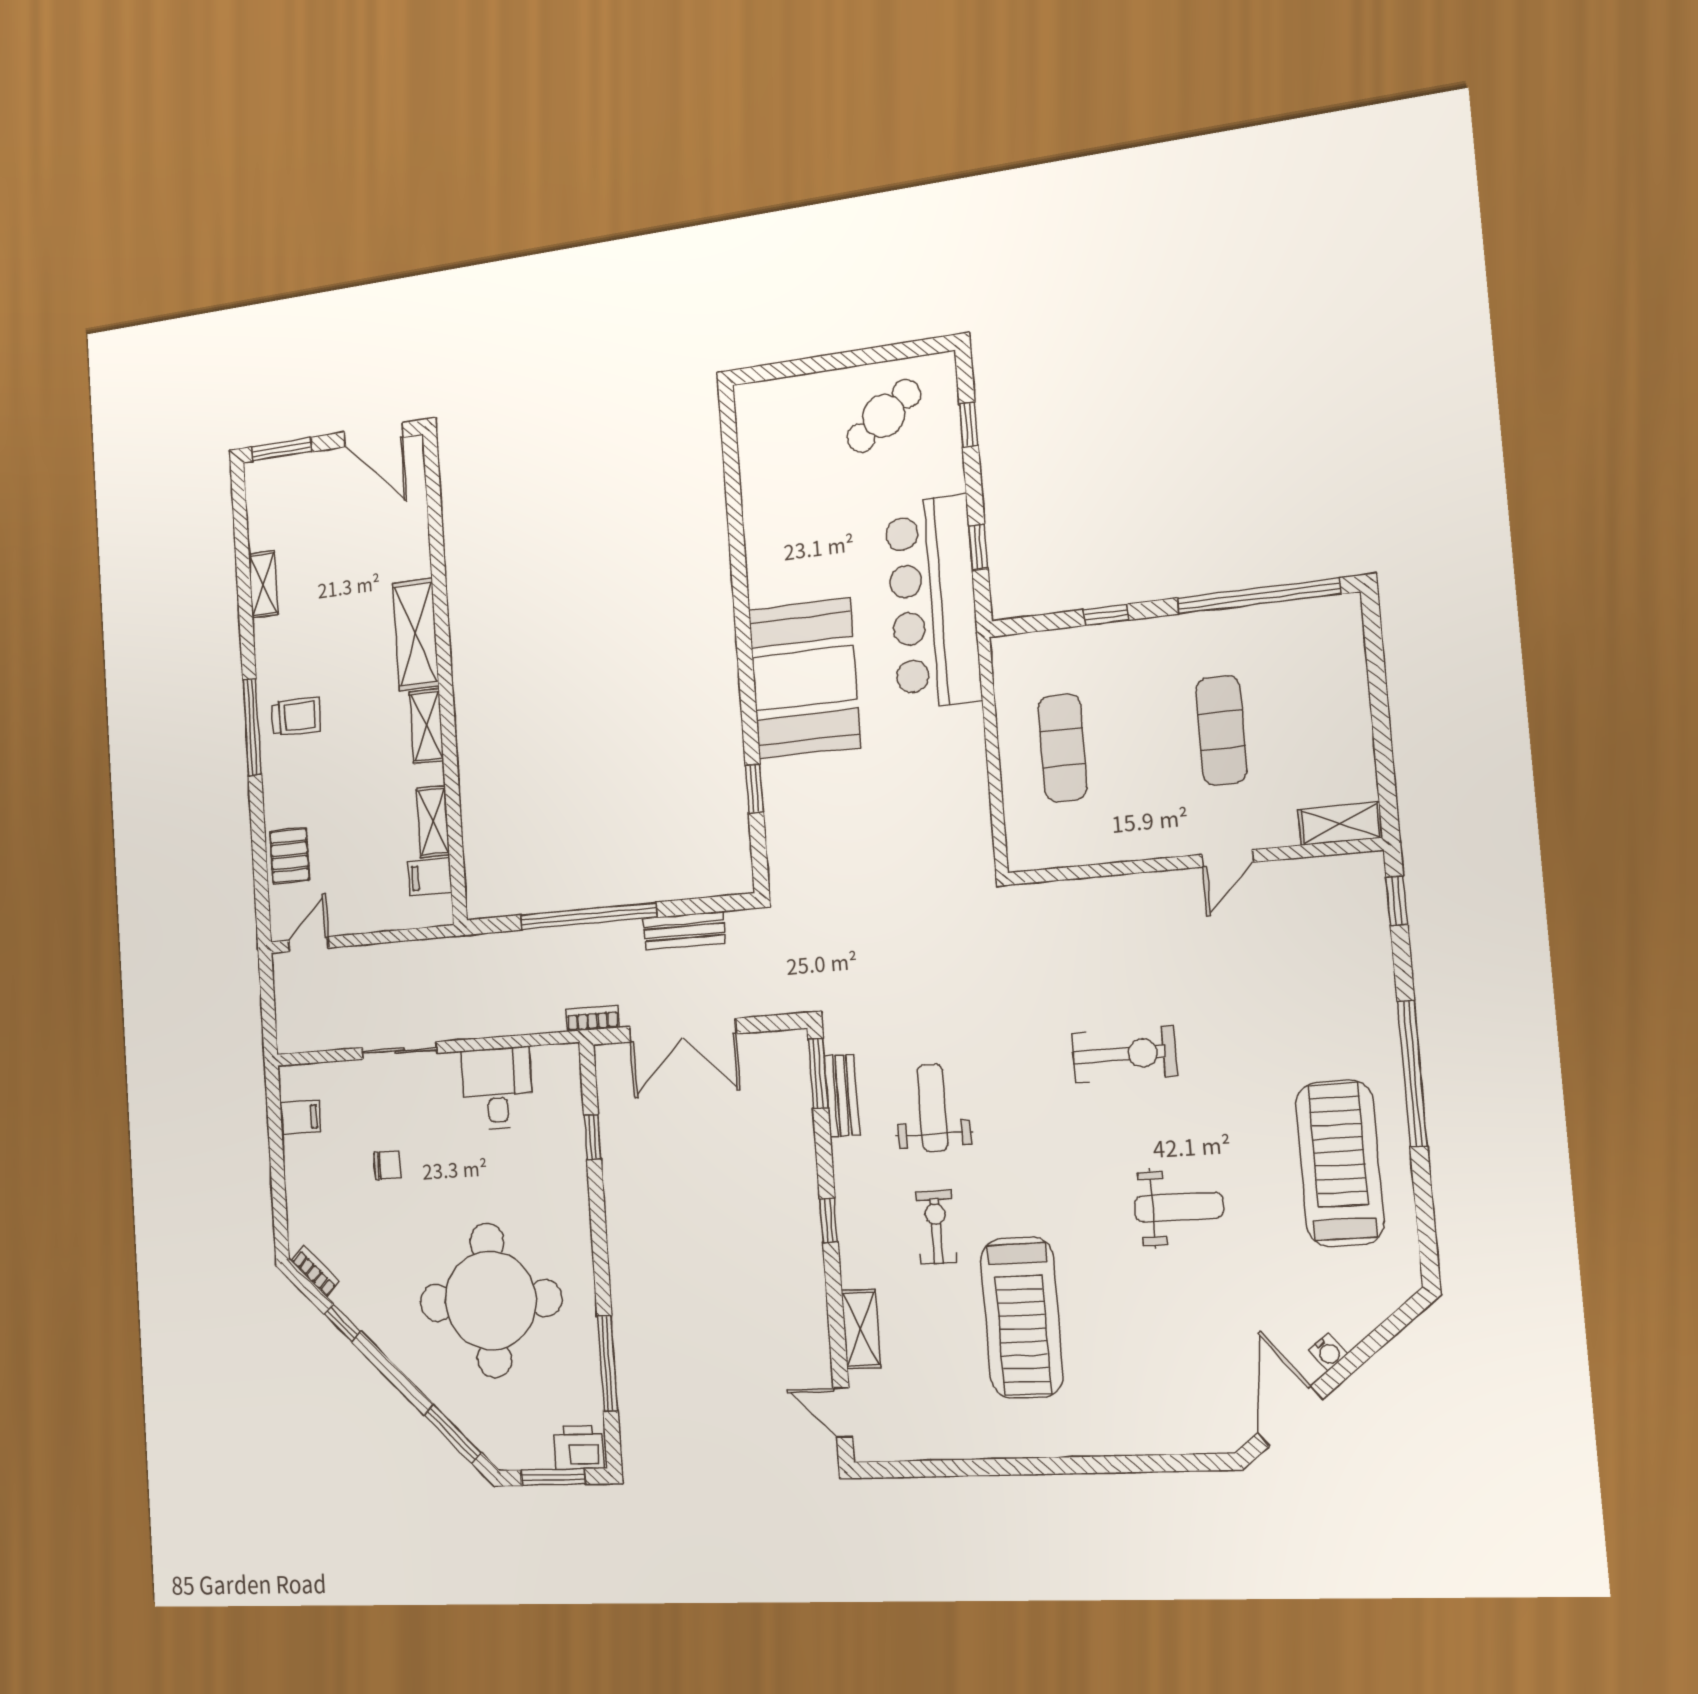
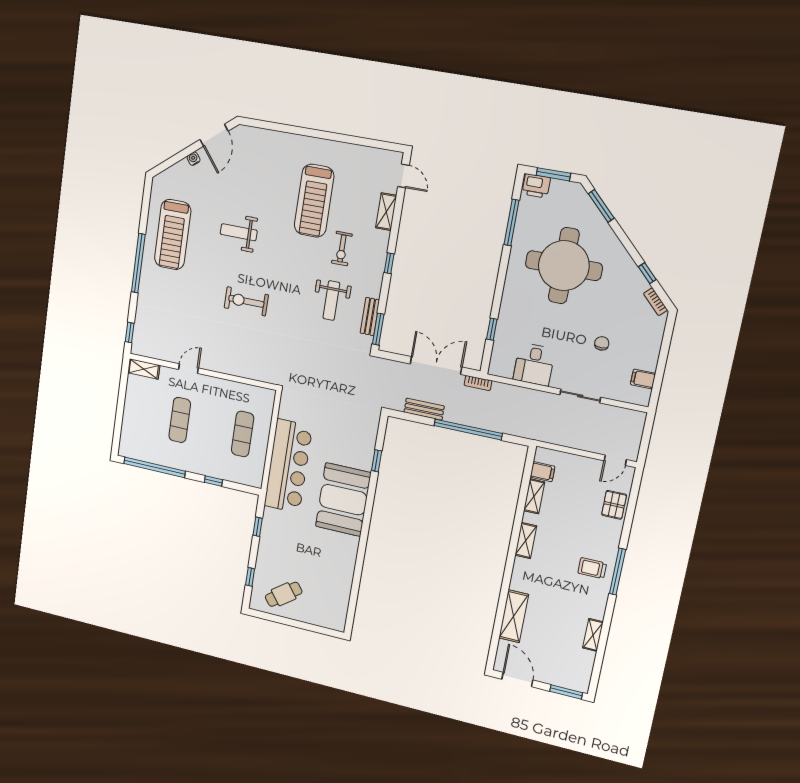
bar counter: (933, 602) -> (288, 466), moved
shelving: (416, 634) -> (514, 616), moved
chair: (387, 1165) -> (602, 343), turned 90
treadmill: (1022, 1317) -> (314, 201), turned 180

